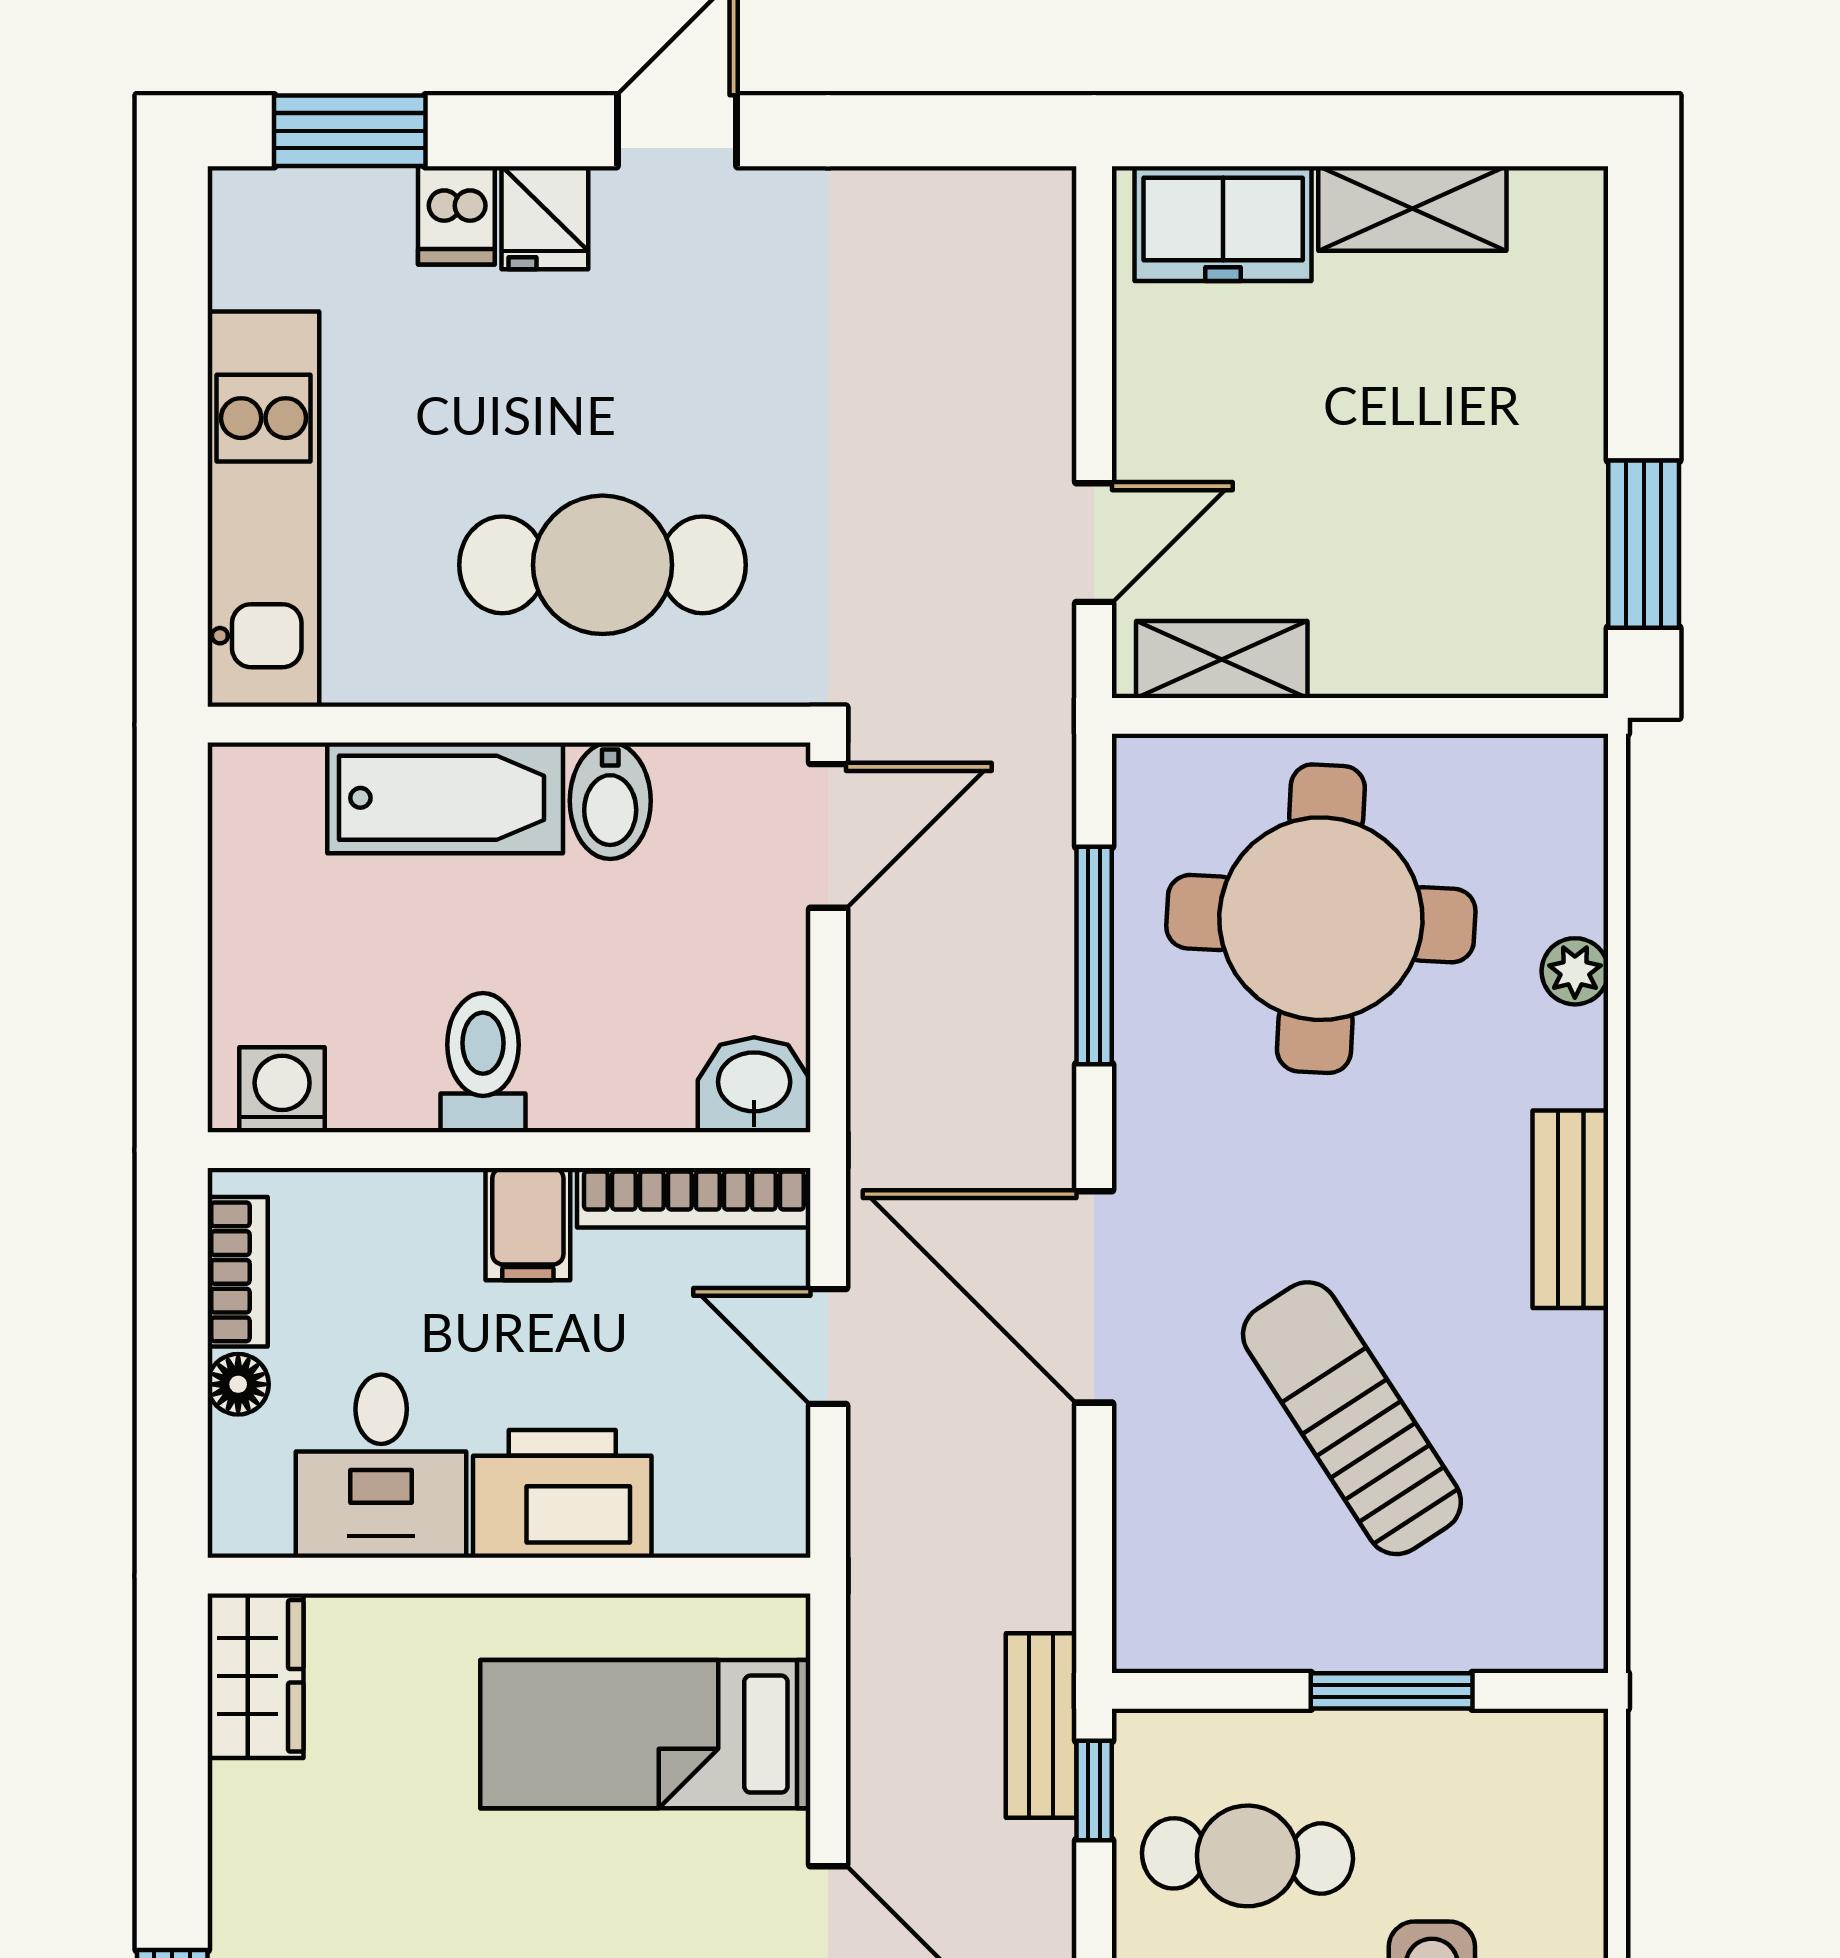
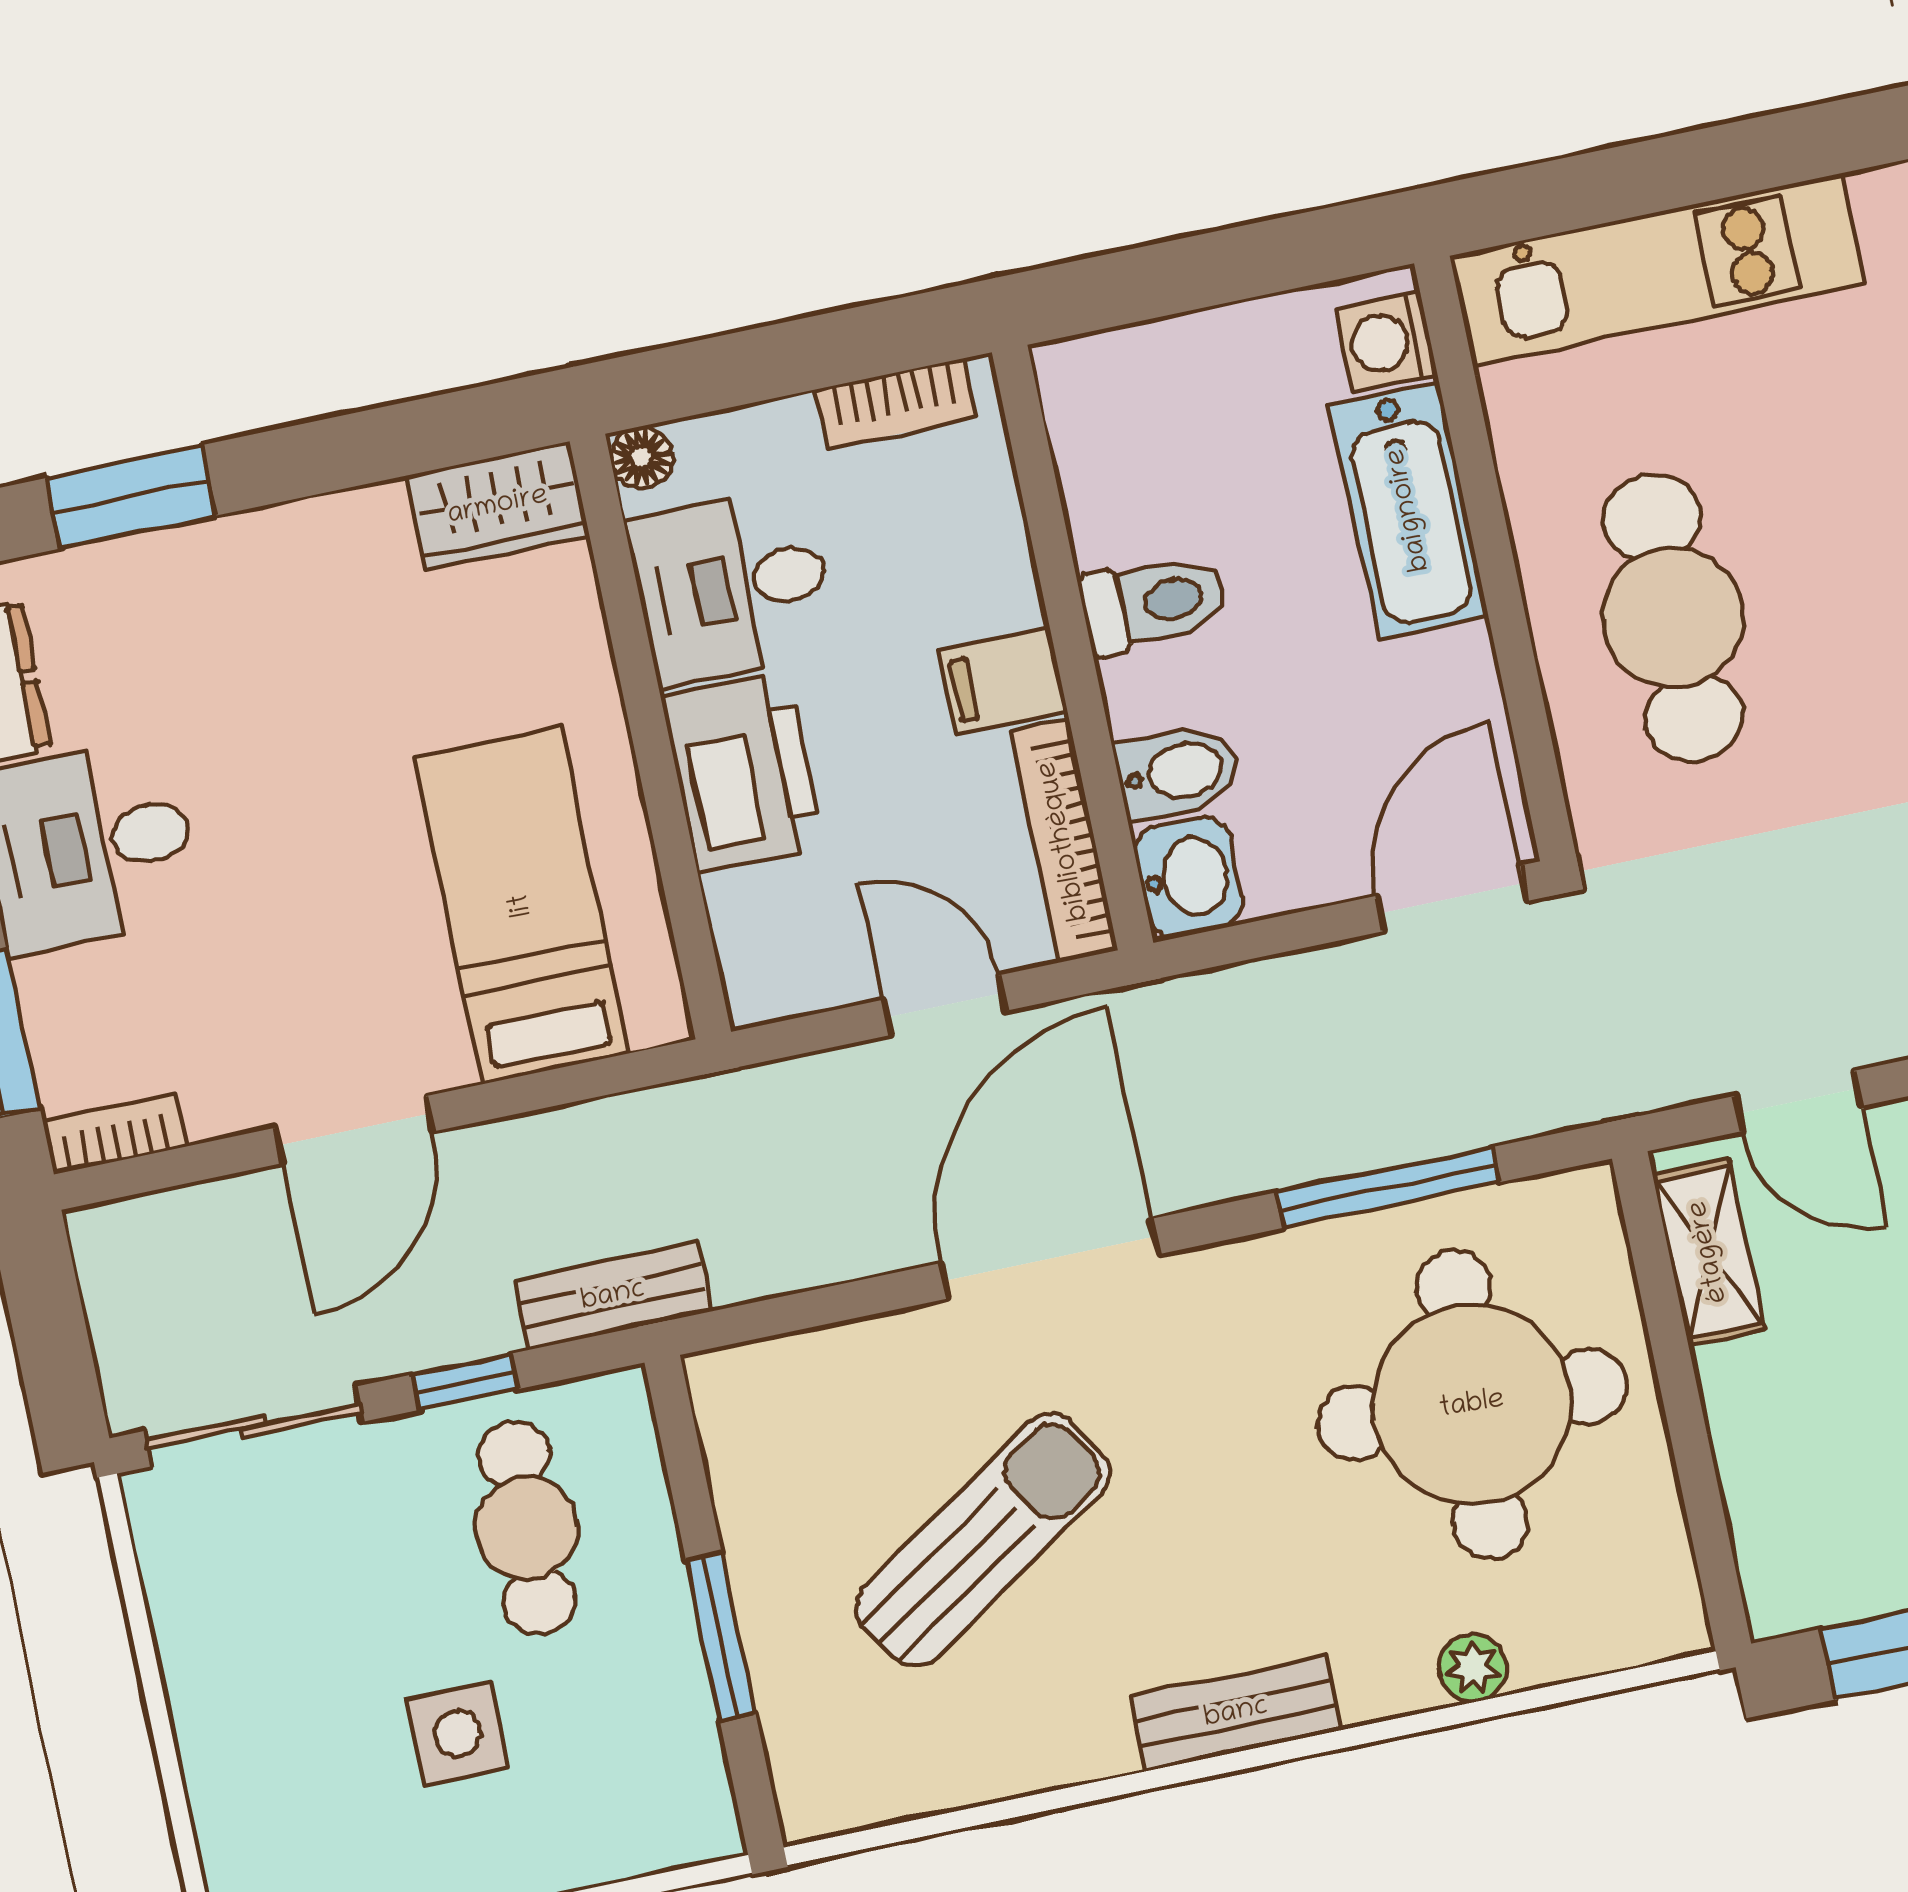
bidet: (610, 801) -> (1178, 772), moved, turned 180
door: (828, 836) -> (1451, 898), swing flipped
washing machine: (282, 1090) -> (1387, 342), moved, turned 180
door: (828, 1347) -> (944, 1005), hinge flipped
floor lamp: (238, 1384) -> (642, 458), moved
window: (1094, 1791) -> (465, 1382), moved

